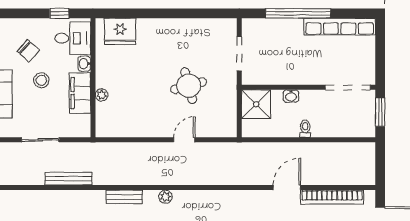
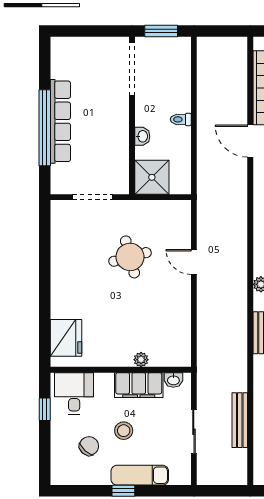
row of seats: (340, 27) -> (60, 121), moved
washbasin: (84, 64) -> (173, 380), moved
bench: (69, 179) -> (240, 420), moved

